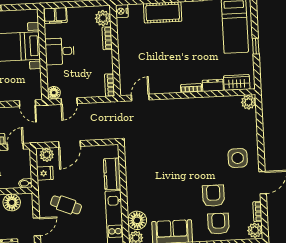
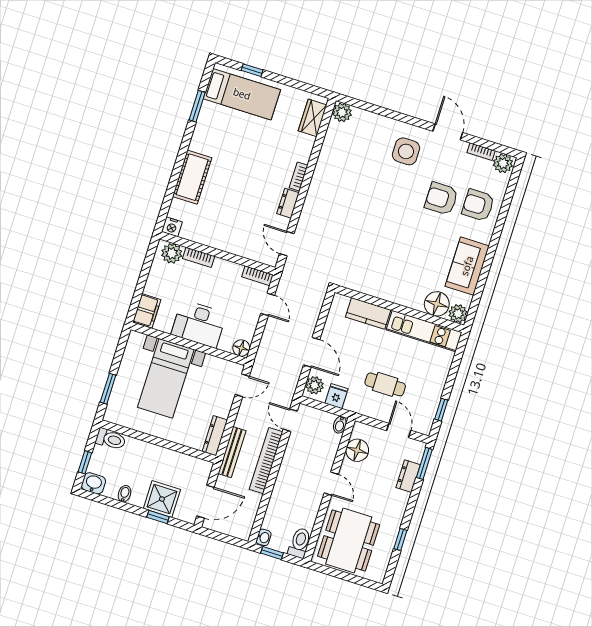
window: (256, 46) -> (252, 70), moved
desk: (60, 51) -> (199, 324), width x1.37
dresser: (213, 85) -> (288, 203), moved
door: (69, 101) -> (268, 304), moved
cafe table: (66, 205) -> (385, 384), turned 68

